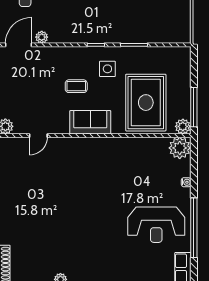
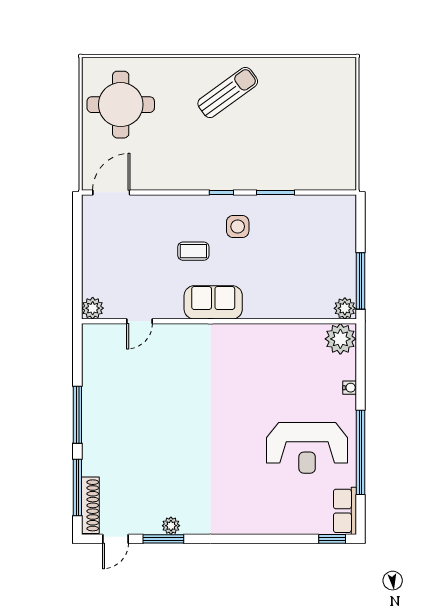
plant: (42, 37) -> (144, 181), removed
rug: (146, 103) -> (292, 274), removed

